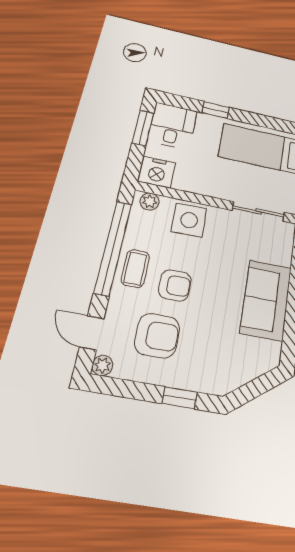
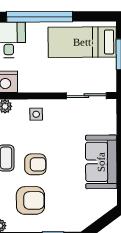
window: (216, 110) -> (40, 17), width x3.17
side table: (189, 220) -> (36, 114), width x0.54, depth x0.54

